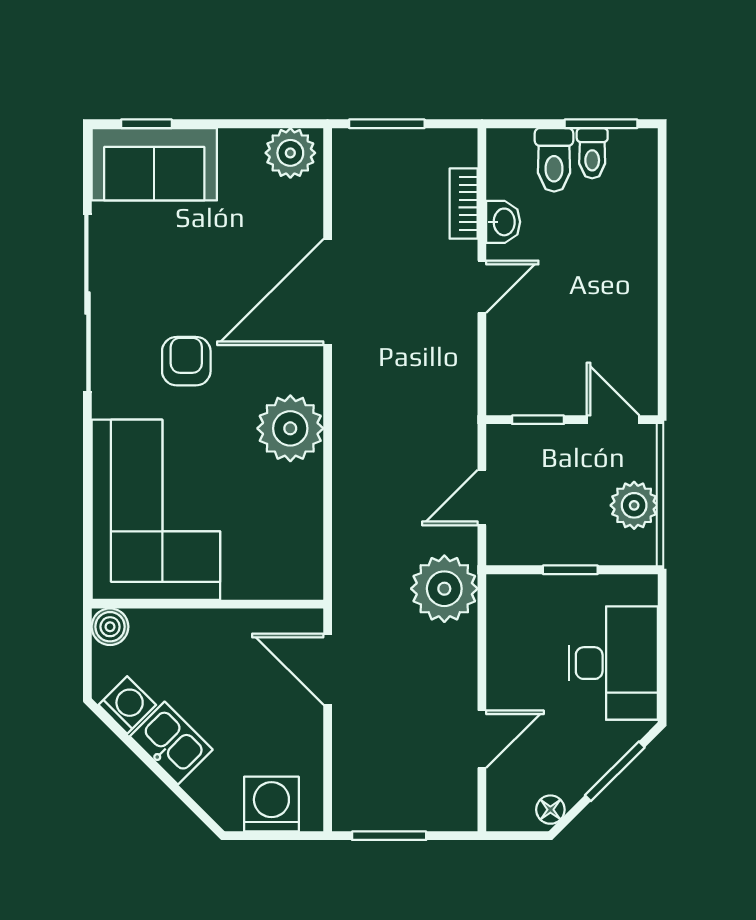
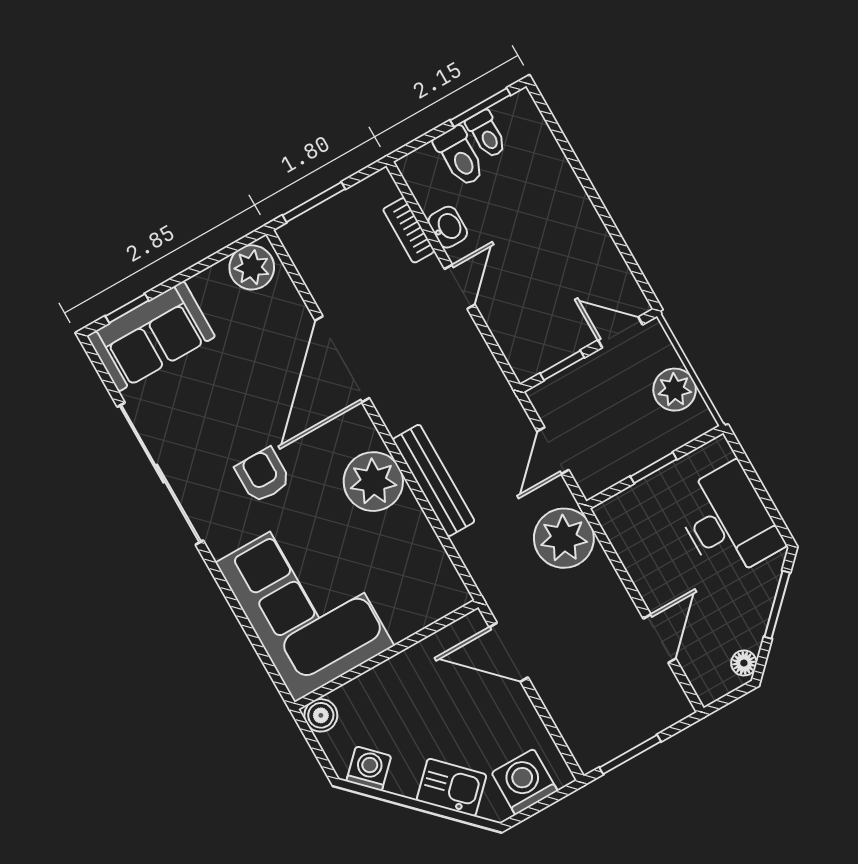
bench: (349, 461) -> (434, 480), added
kitchen sink: (171, 743) -> (451, 787), moved

